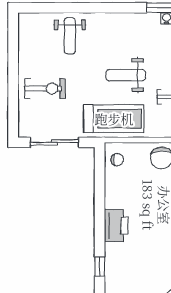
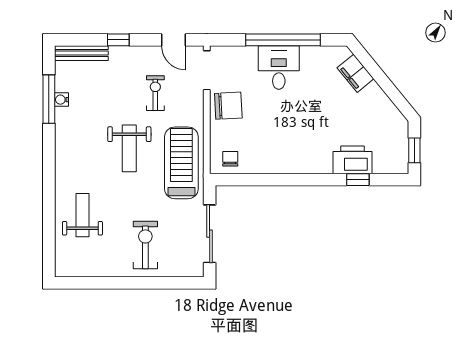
weight bench: (70, 36) -> (82, 215), turned -90
printer: (116, 226) -> (352, 160), moved

